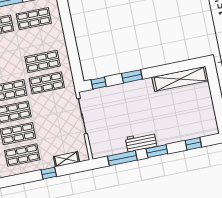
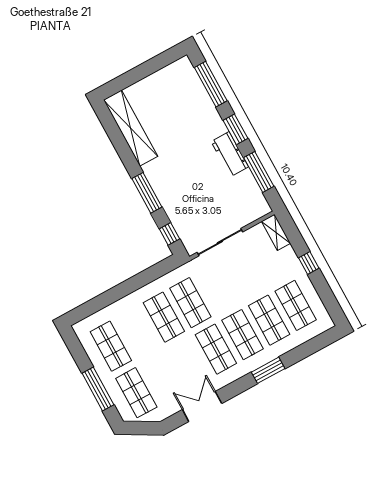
window: (132, 76) -> (147, 193), width x1.44
window: (193, 144) -> (211, 84), width x2.17
shelving: (66, 159) -> (276, 232), moved

